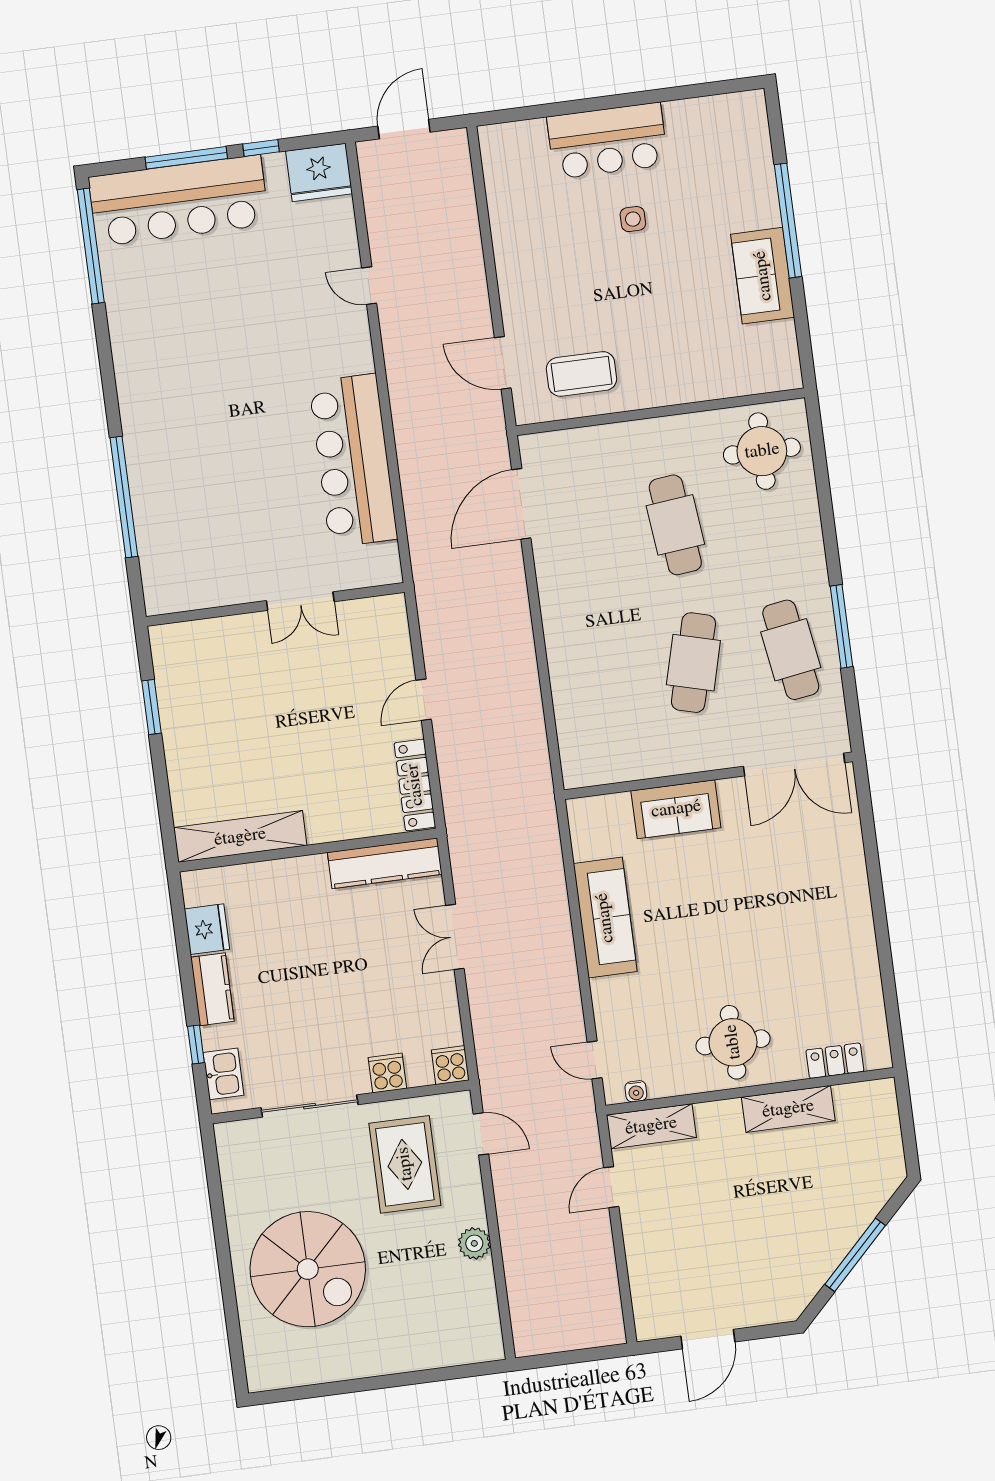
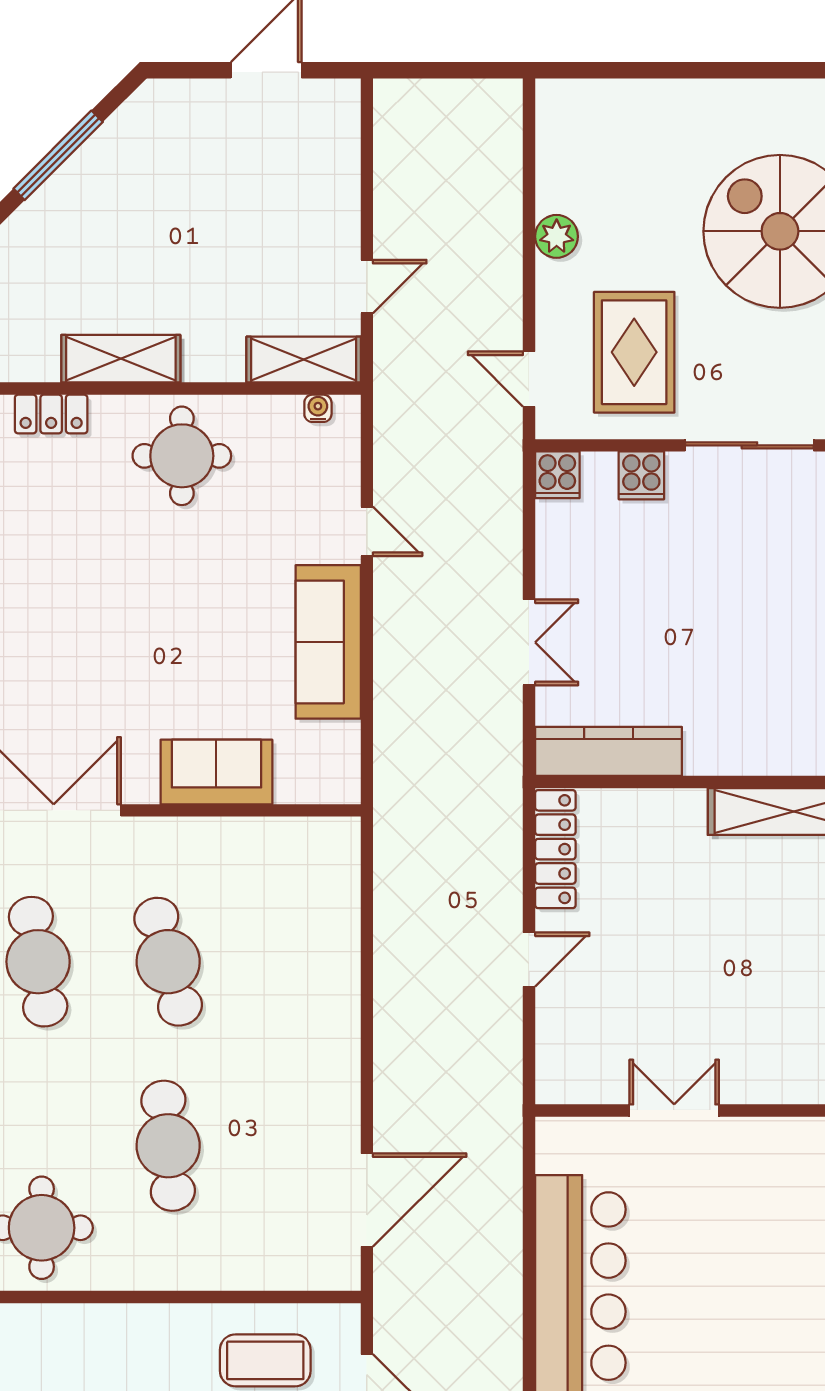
cafe table: (693, 663) -> (168, 962), turned -30
door: (595, 1060) -> (367, 531), moved

